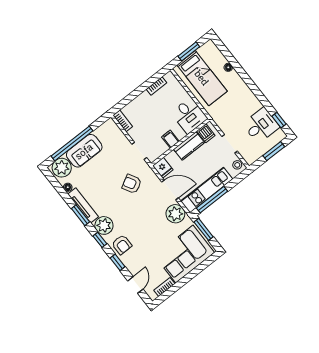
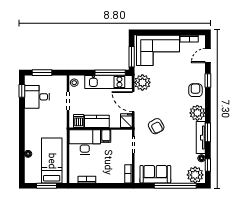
desk: (189, 116) -> (85, 142), width x1.37
sofa: (84, 151) -> (155, 174), moved
window: (100, 240) -> (208, 165), moved

